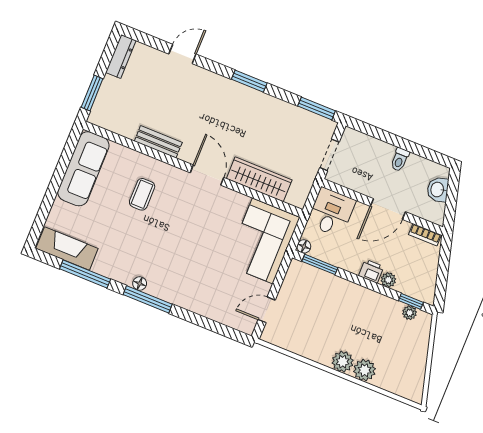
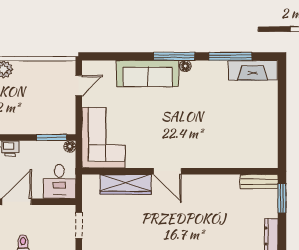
bench: (158, 142) -> (259, 182), moved
sofa: (83, 169) -> (148, 73), moved, turned -90
coffee table: (142, 194) -> (211, 136), removed

